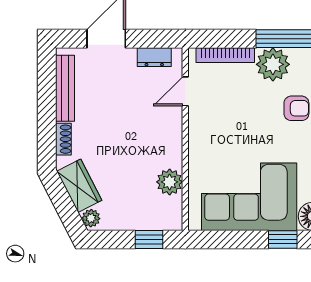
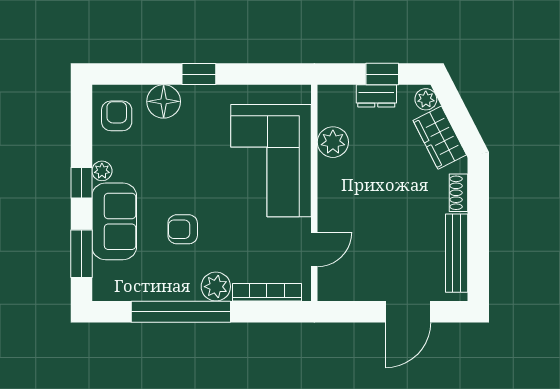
dresser: (154, 57) -> (376, 96), moved, turned 180
plant: (273, 64) -> (216, 287), width x0.73, depth x0.73
corner sofa: (249, 197) -> (271, 161), moved, turned 90
window: (149, 239) -> (382, 74), moved

